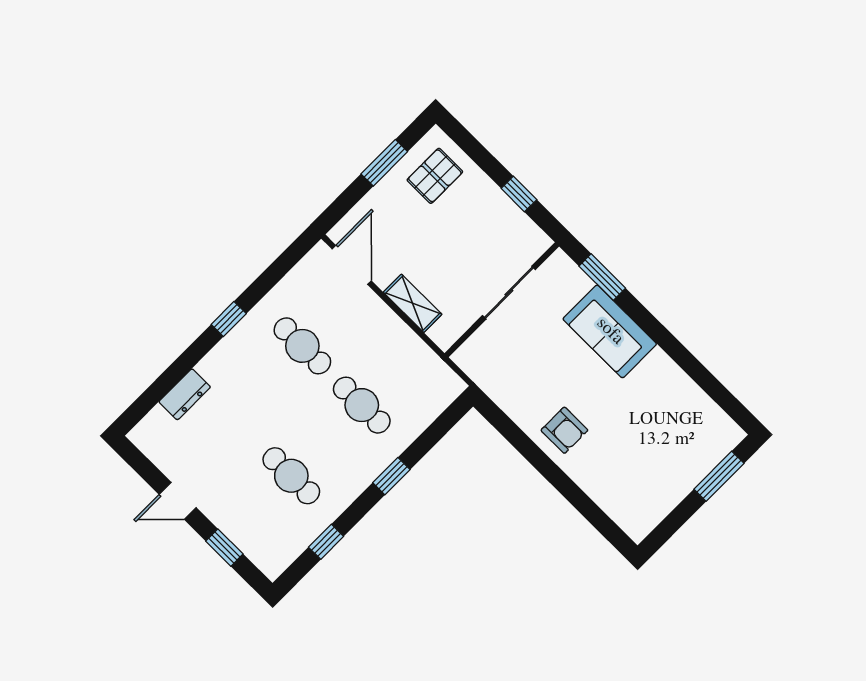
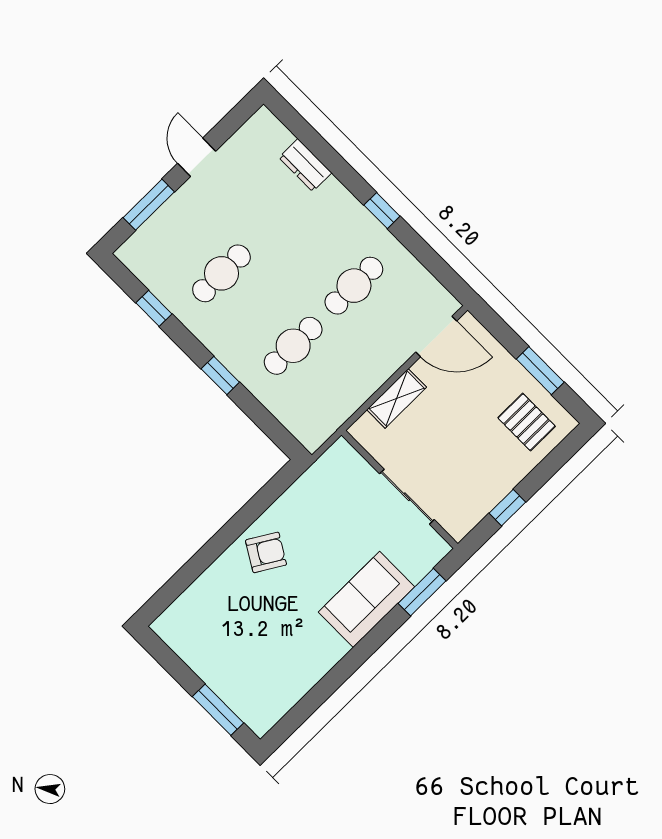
armchair: (564, 430) -> (266, 552), turned -149
window: (224, 548) -> (149, 205), width x1.50

